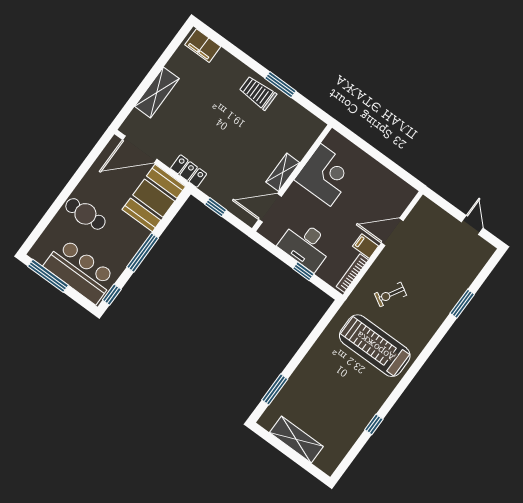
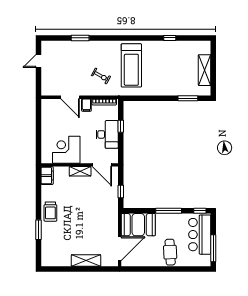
filing cabinet: (203, 46) -> (47, 176), moved
window: (280, 85) -> (38, 230), moved
door: (140, 149) -> (120, 249), hinge flipped
locker: (189, 171) -> (113, 217), removed

